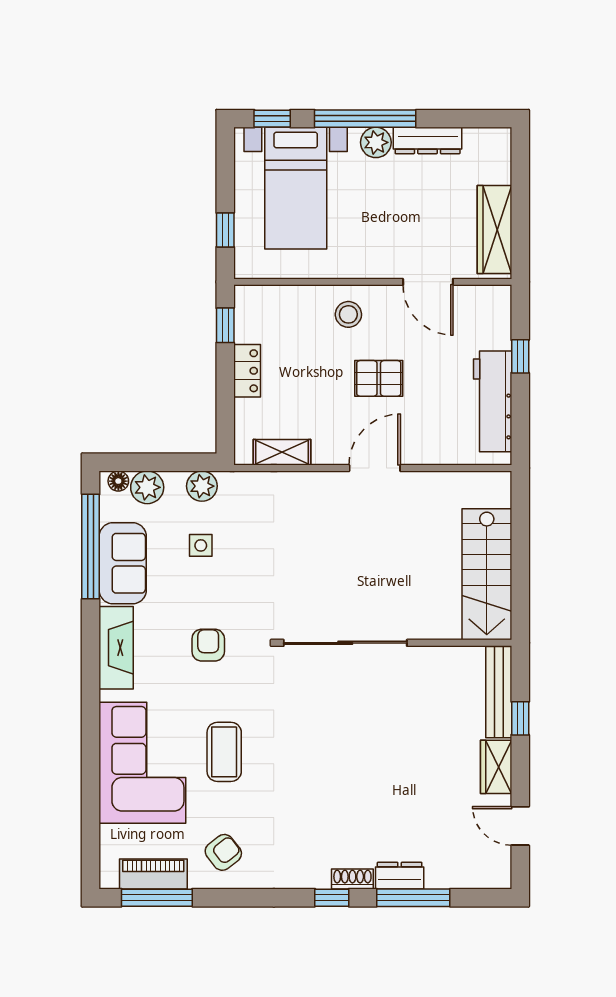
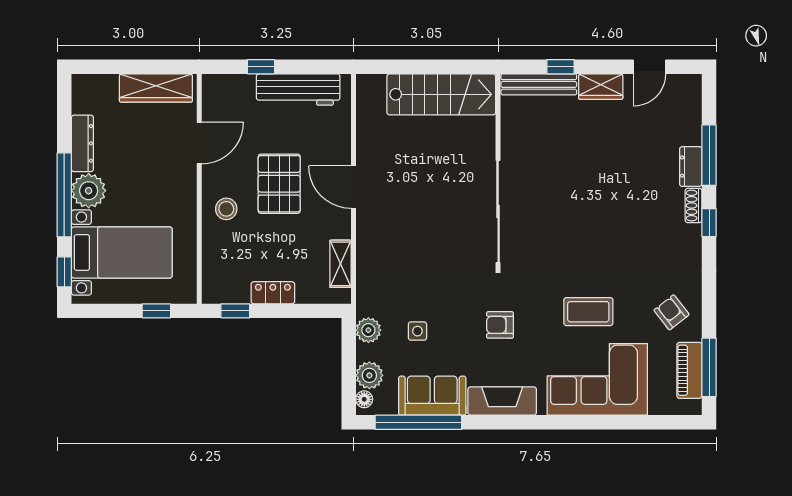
plant: (376, 142) -> (89, 191), width x1.36, depth x1.36
pallet: (379, 378) -> (279, 184), width x1.50, depth x1.42

